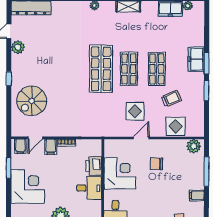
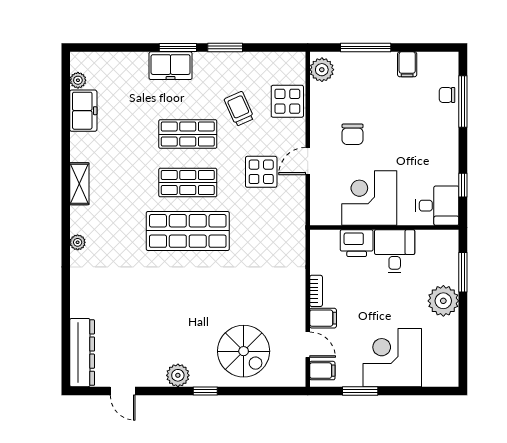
plant: (18, 47) -> (178, 375), moved
door: (141, 138) -> (308, 161), hinge flipped

